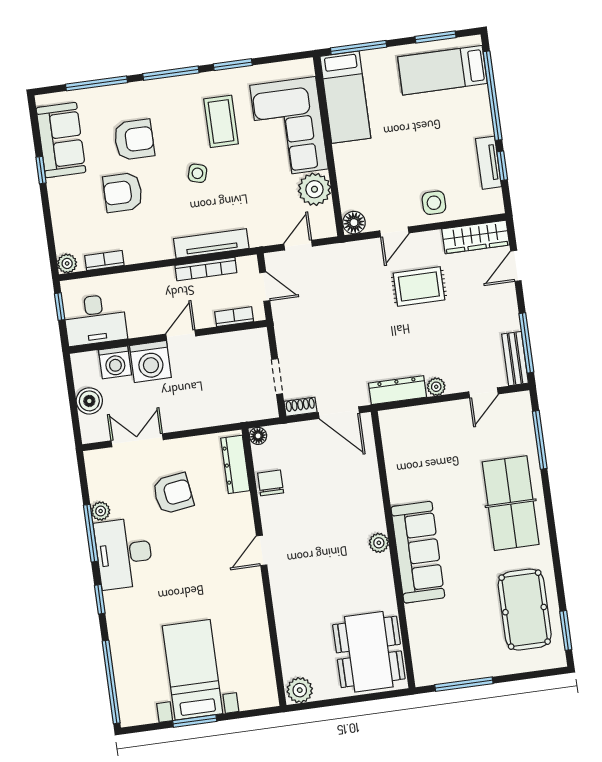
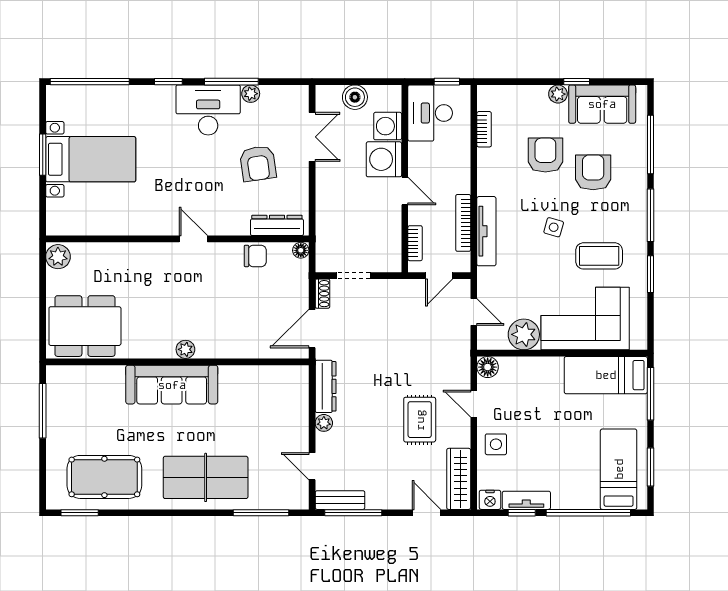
armchair: (134, 140) -> (593, 172), turned 180
nightstand: (493, 201) -> (490, 500), added
plant: (67, 263) -> (558, 94), moved

